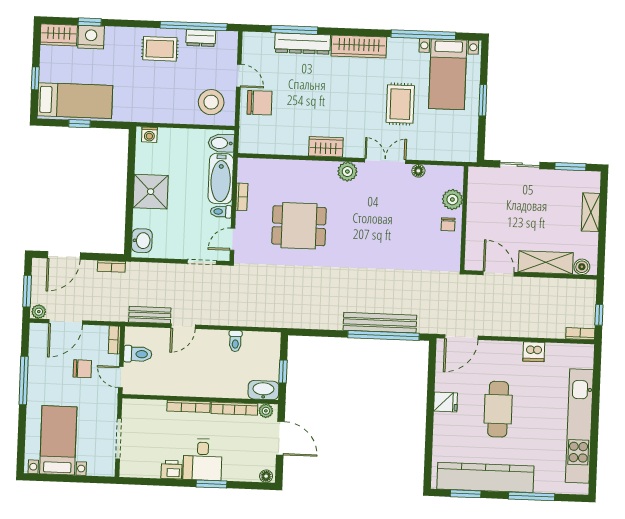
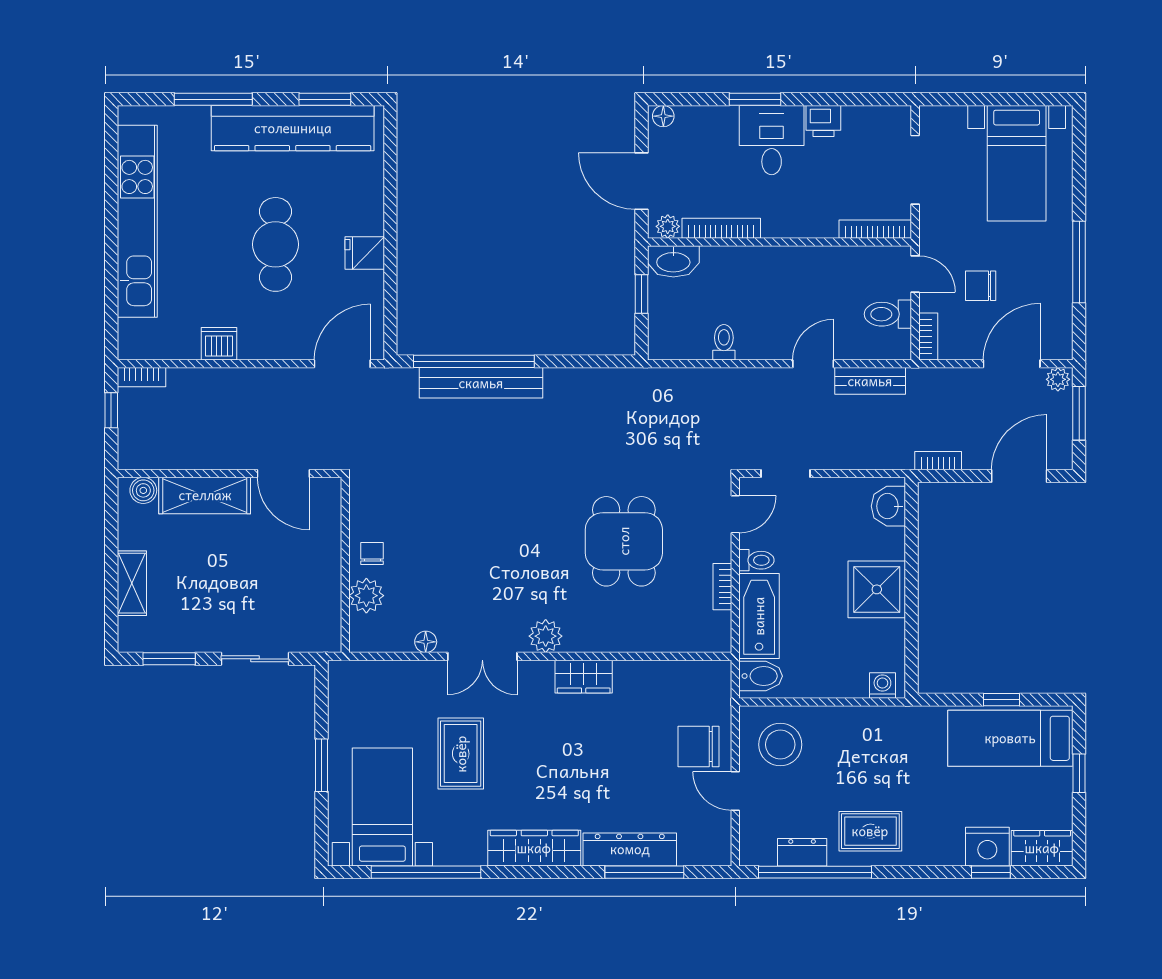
dining table: (299, 226) -> (624, 541), turned 90
bookcase: (188, 406) -> (875, 229), moved

